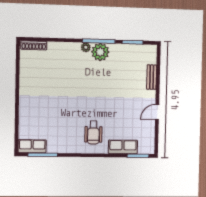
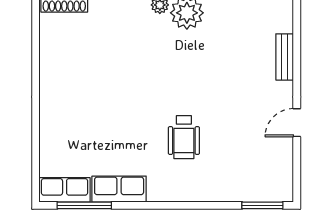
wheelchair: (93, 133) -> (184, 137), moved
row of seats: (123, 147) -> (119, 189), moved

